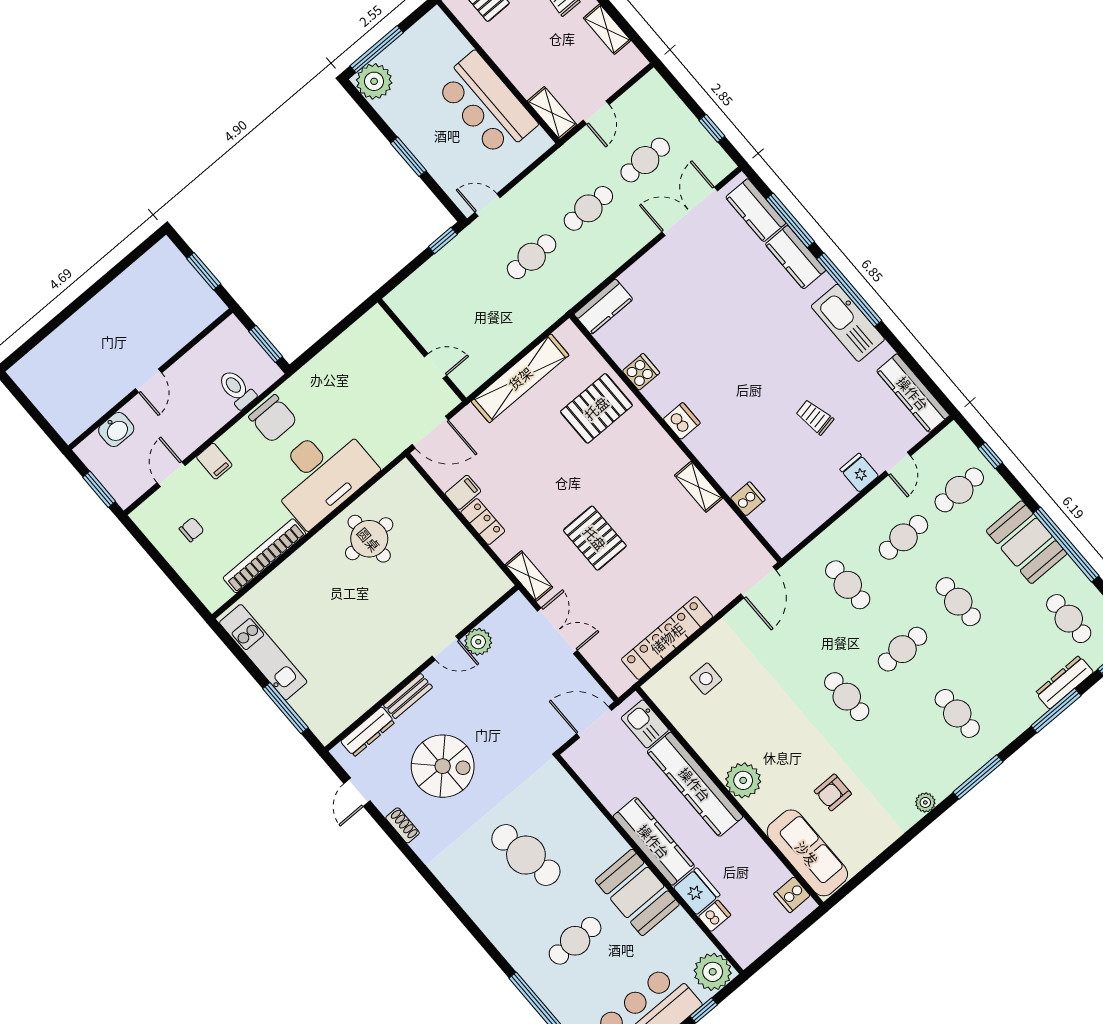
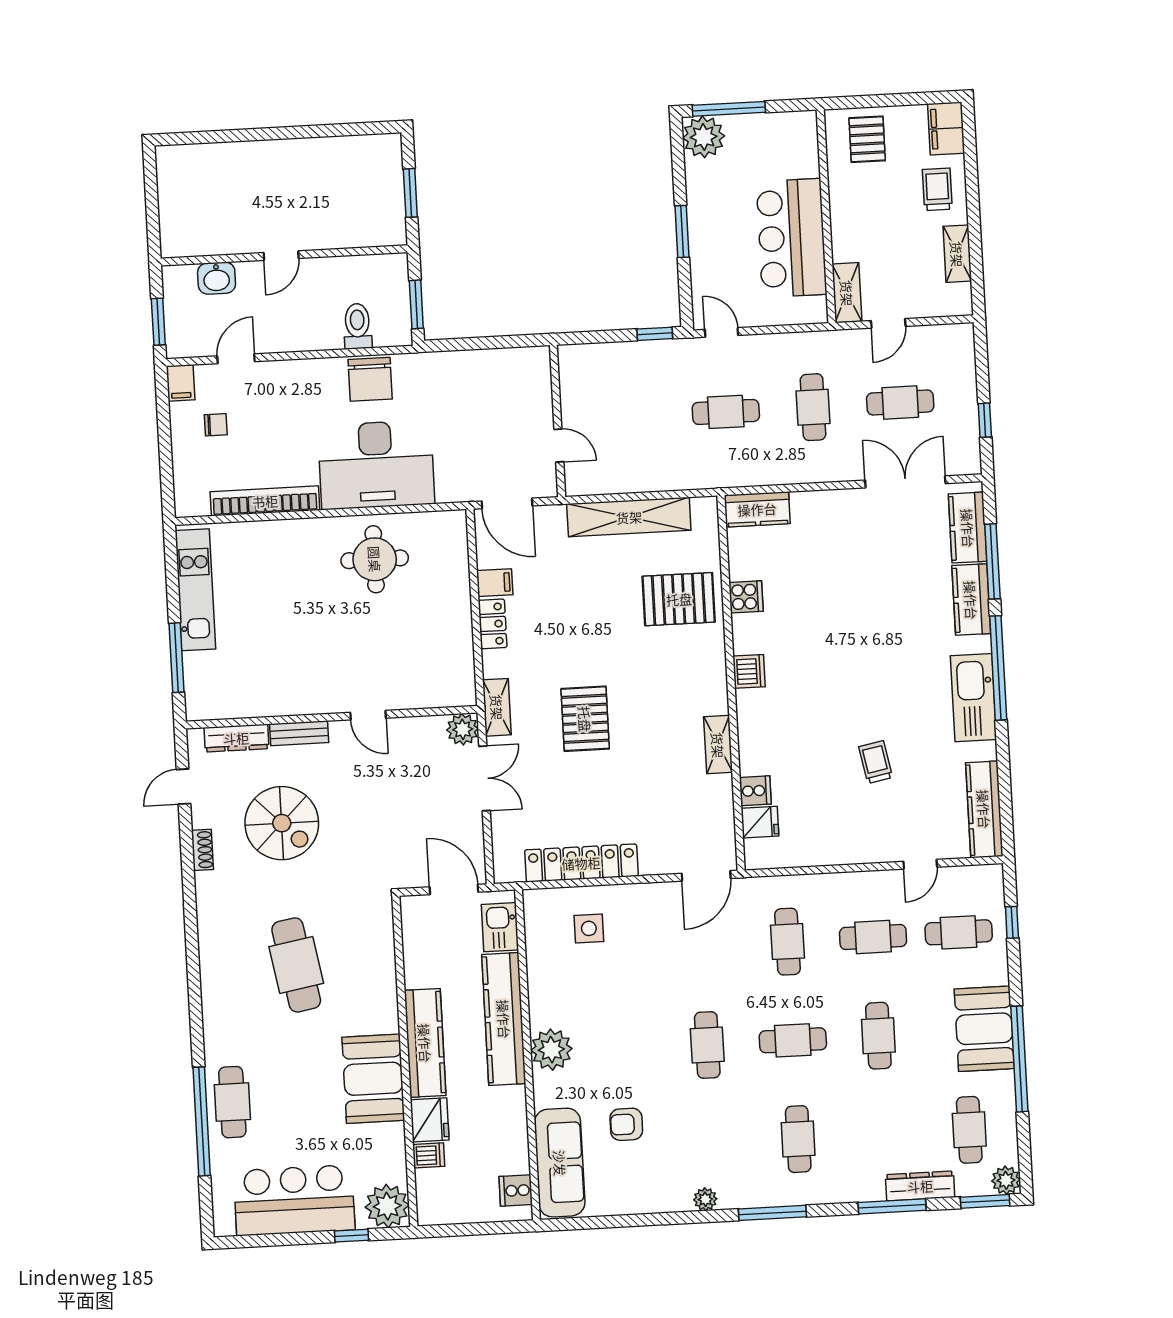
cafe table: (588, 208) -> (813, 407), turned 90
filing cabinet: (214, 461) -> (181, 383), moved
fridge: (859, 473) -> (760, 822), moved, turned 90
plant: (478, 642) -> (463, 729), moved
cafe table: (575, 941) -> (232, 1102), moved, turned 90

